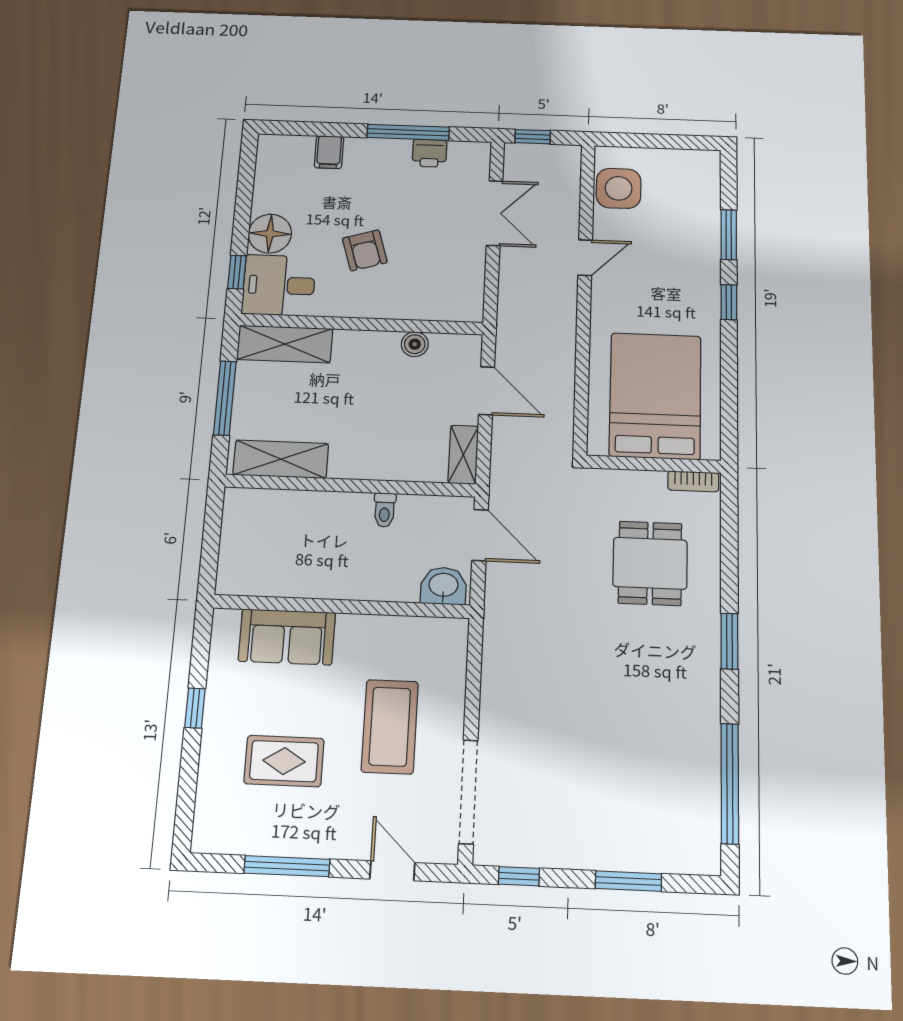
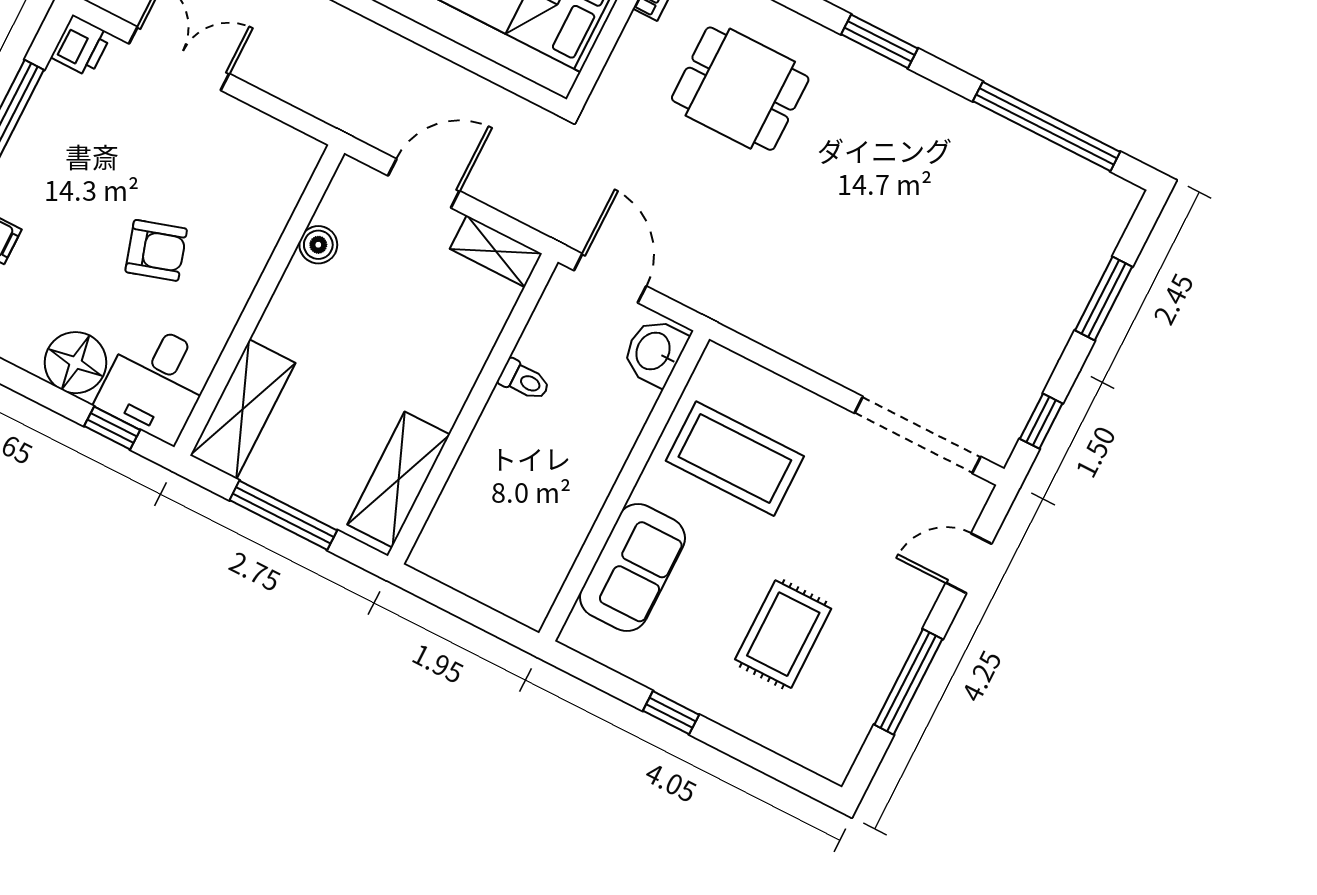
printer: (429, 153) -> (81, 46), moved
door: (480, 535) -> (610, 278), hinge flipped
coffee table: (390, 727) -> (735, 459), moved

